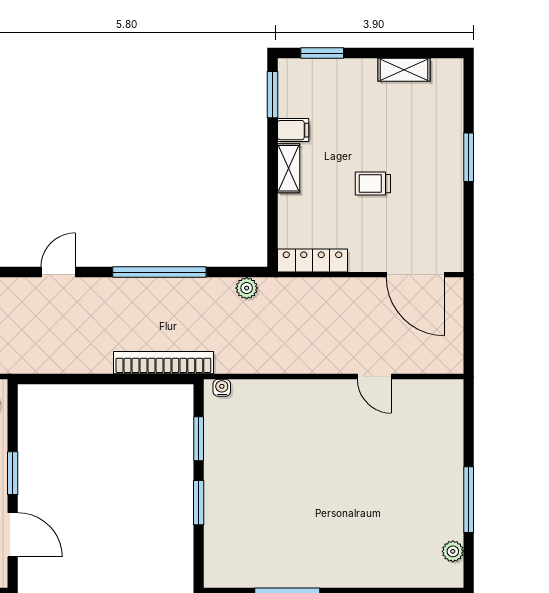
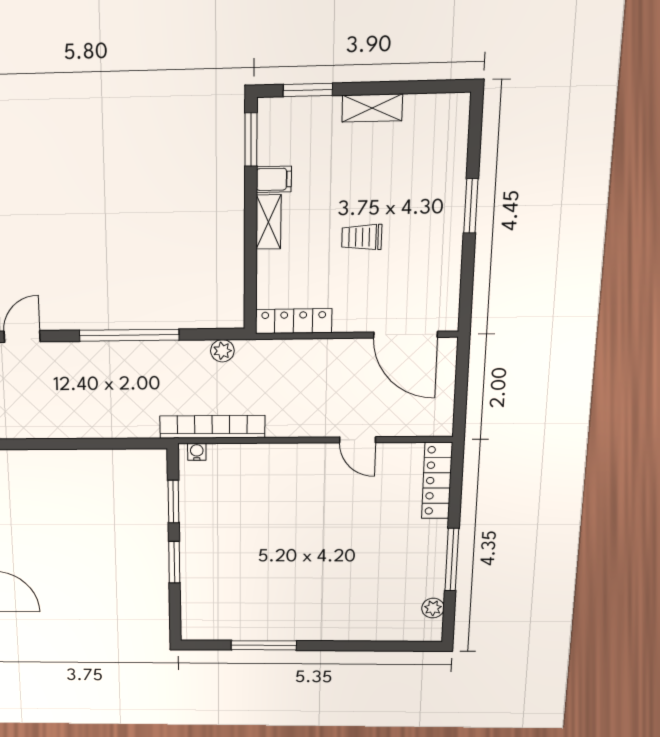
shelving: (404, 70) -> (372, 108), moved
bookcase: (163, 363) -> (212, 427), moved
locker: (451, 418) -> (437, 481), added

